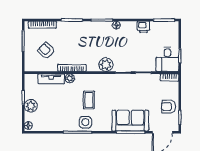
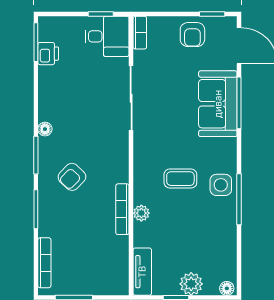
printer: (143, 27) -> (48, 54), moved
armchair: (46, 51) -> (72, 177), moved
plant: (106, 65) -> (117, 148), removed
tv unit: (51, 79) -> (142, 272), moved

